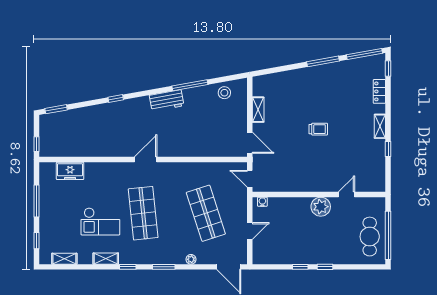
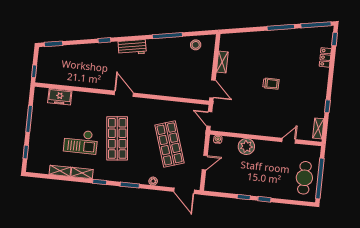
workbench: (167, 101) -> (132, 47), moved
shelving: (380, 126) -> (318, 128), moved
door: (146, 160) -> (124, 94), hinge flipped
plant: (321, 207) -> (246, 147), moved
shelving: (64, 259) -> (60, 171), moved

